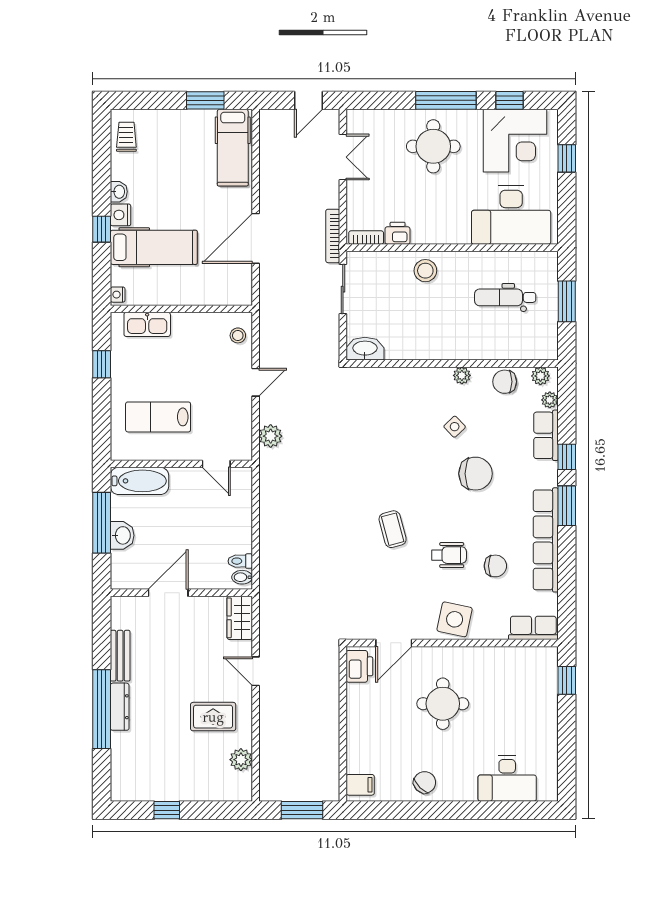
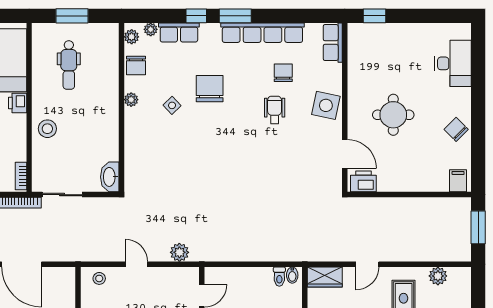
printer: (398, 233) -> (18, 103), moved
coffee table: (393, 529) -> (254, 155), removed

